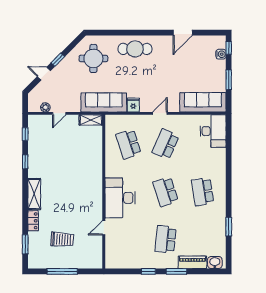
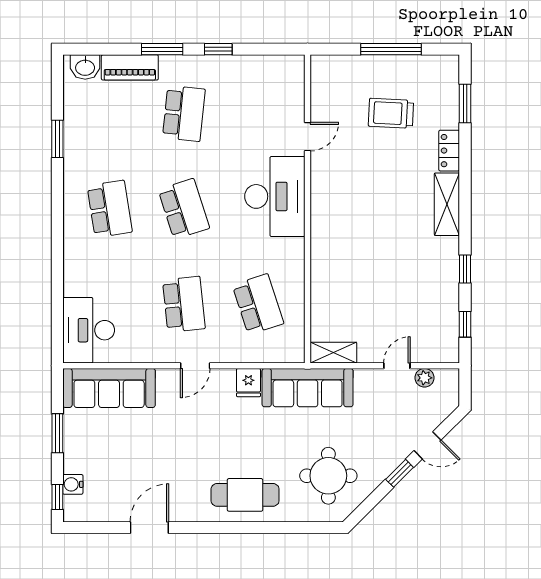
school desk: (166, 144) -> (184, 304), turned -30

